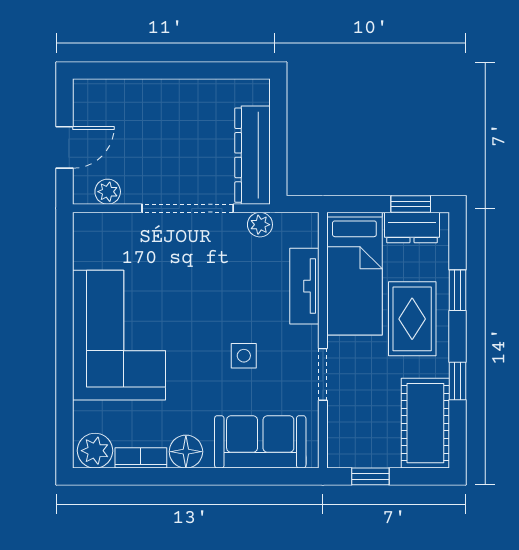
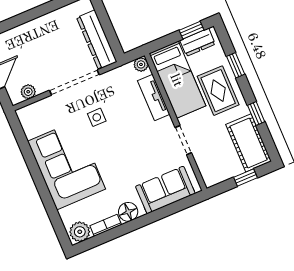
plant: (260, 225) -> (141, 64), moved
side table: (244, 356) -> (97, 117), moved
window: (370, 476) -> (246, 177), moved

